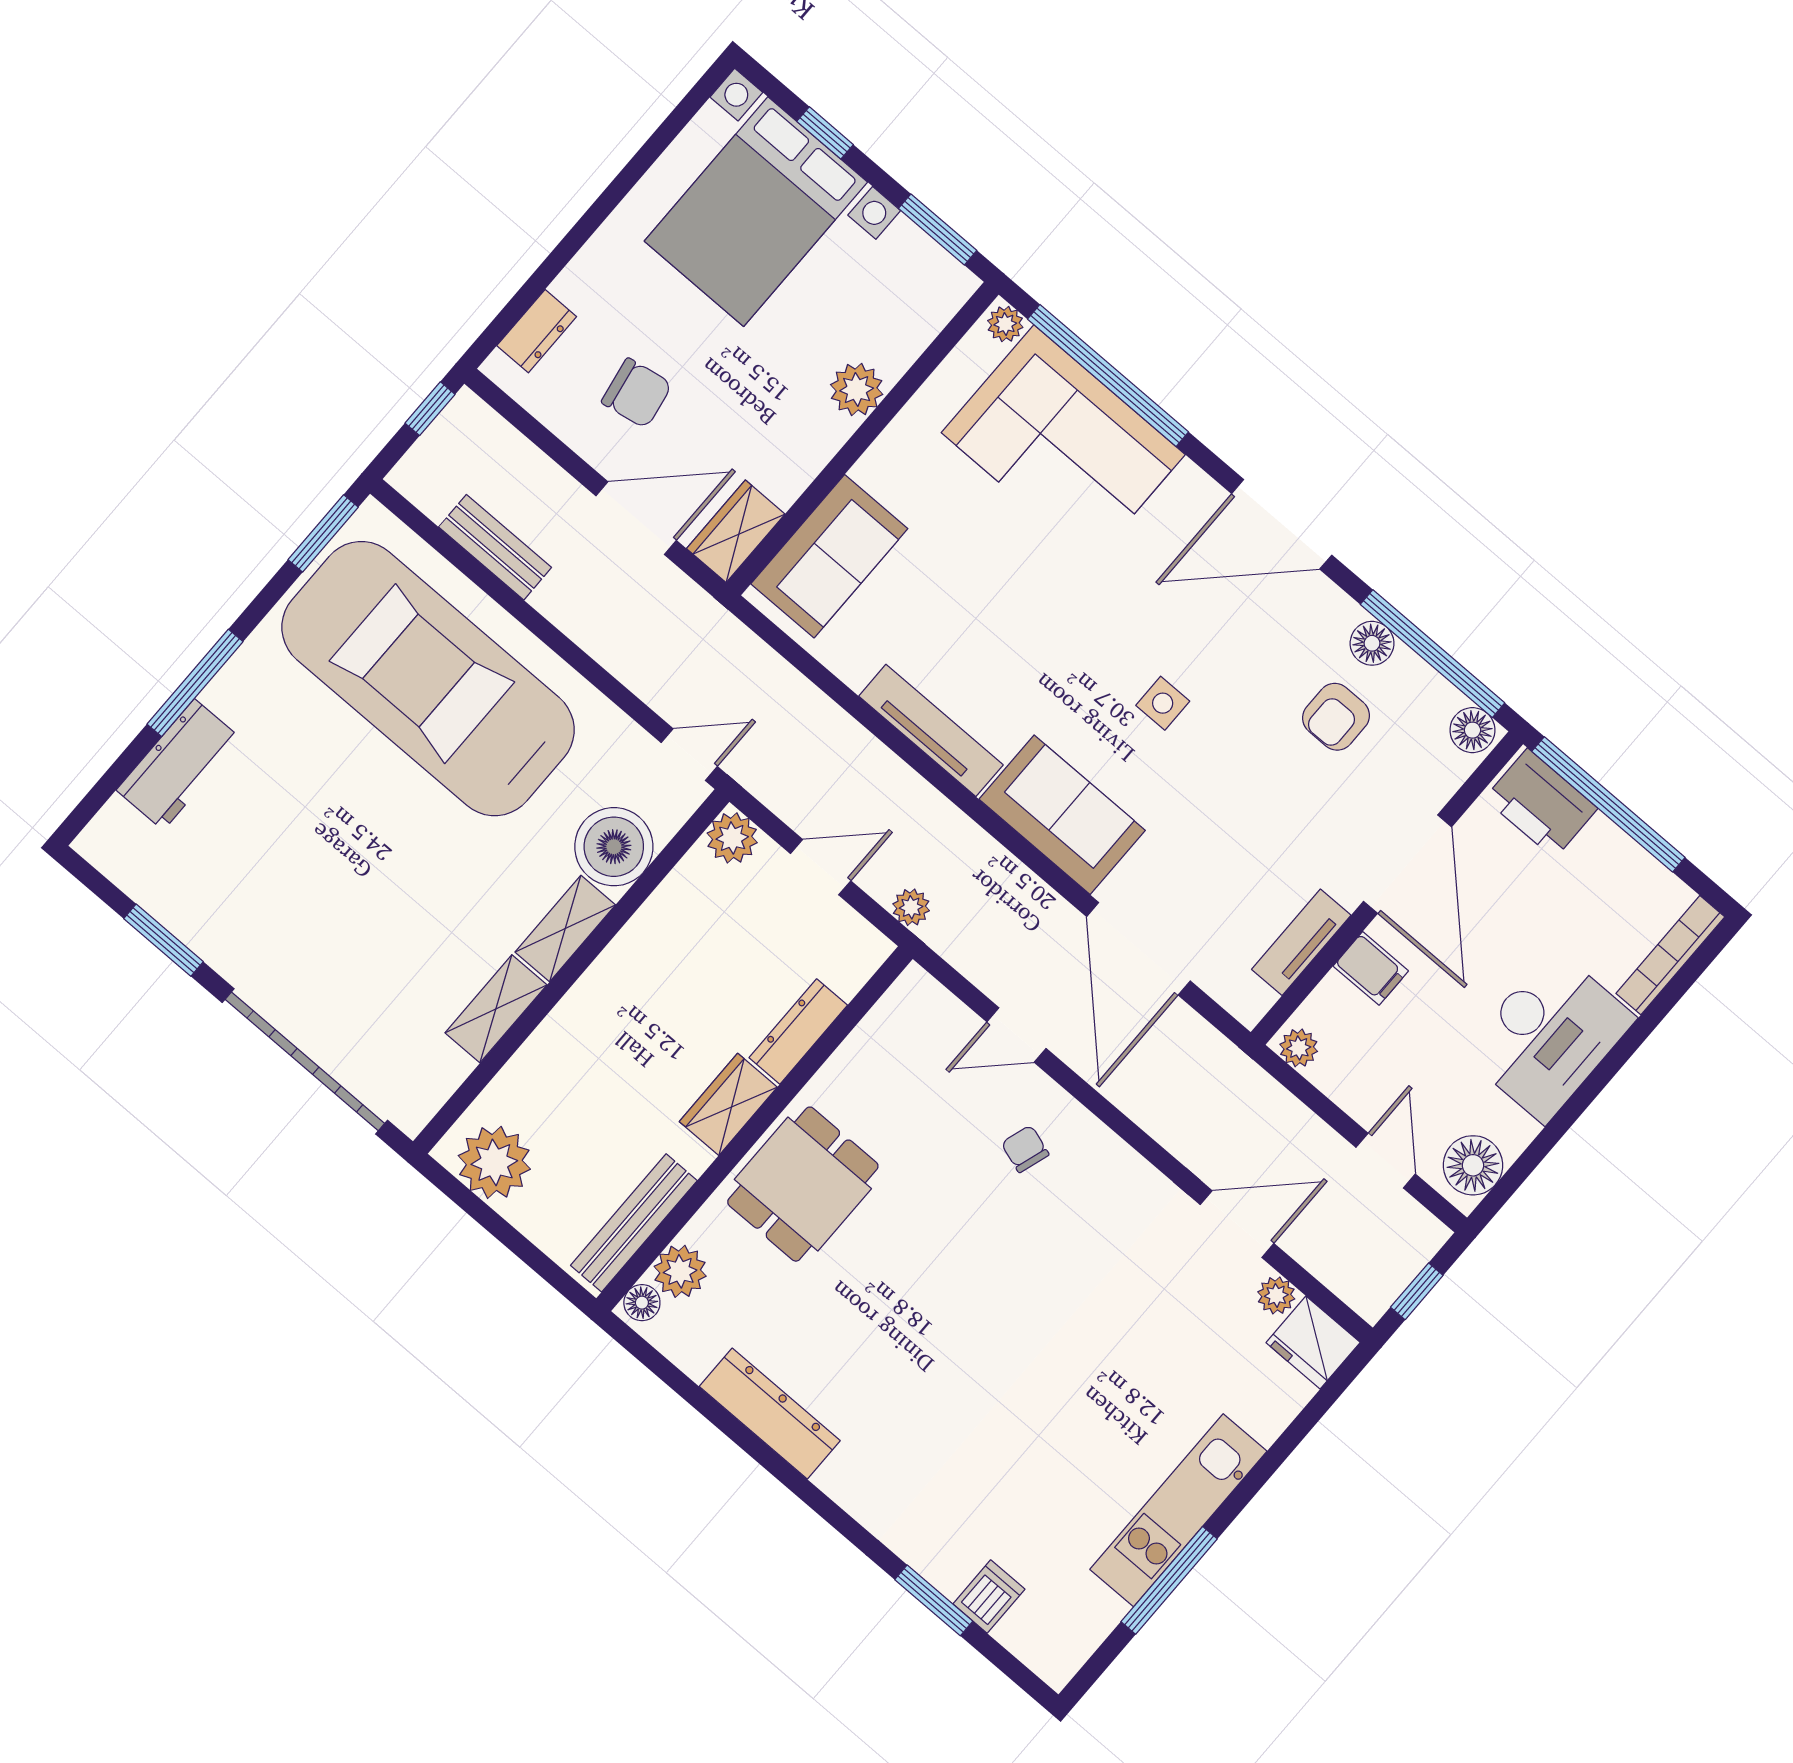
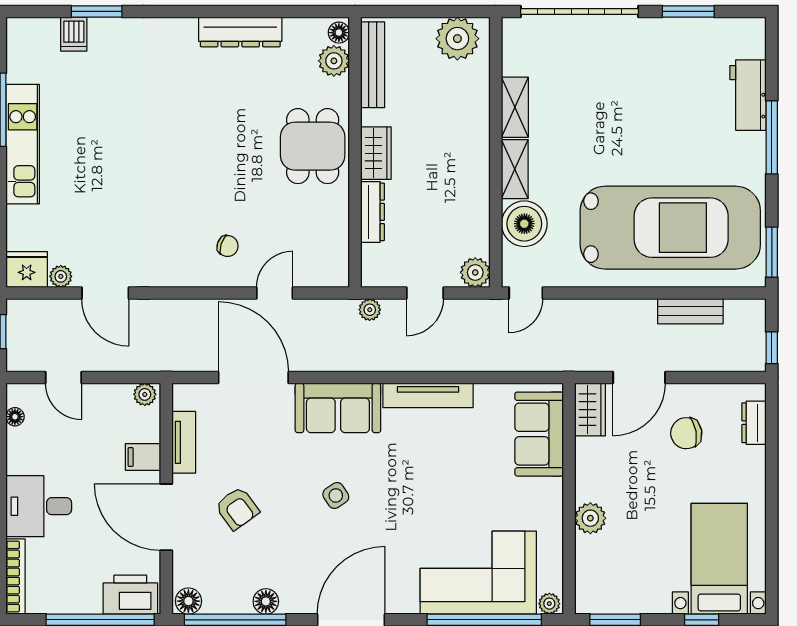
bed with nightstands: (756, 212) -> (719, 559), width x0.73
side table: (1163, 703) -> (336, 495), turned -33
armchair: (1336, 717) -> (237, 508), moved, turned 144
desk: (1549, 1036) -> (39, 506), width x0.73
floor lamp: (1473, 1165) -> (15, 417), width x0.53, depth x0.53
door: (1237, 1224) -> (105, 293), hinge flipped

